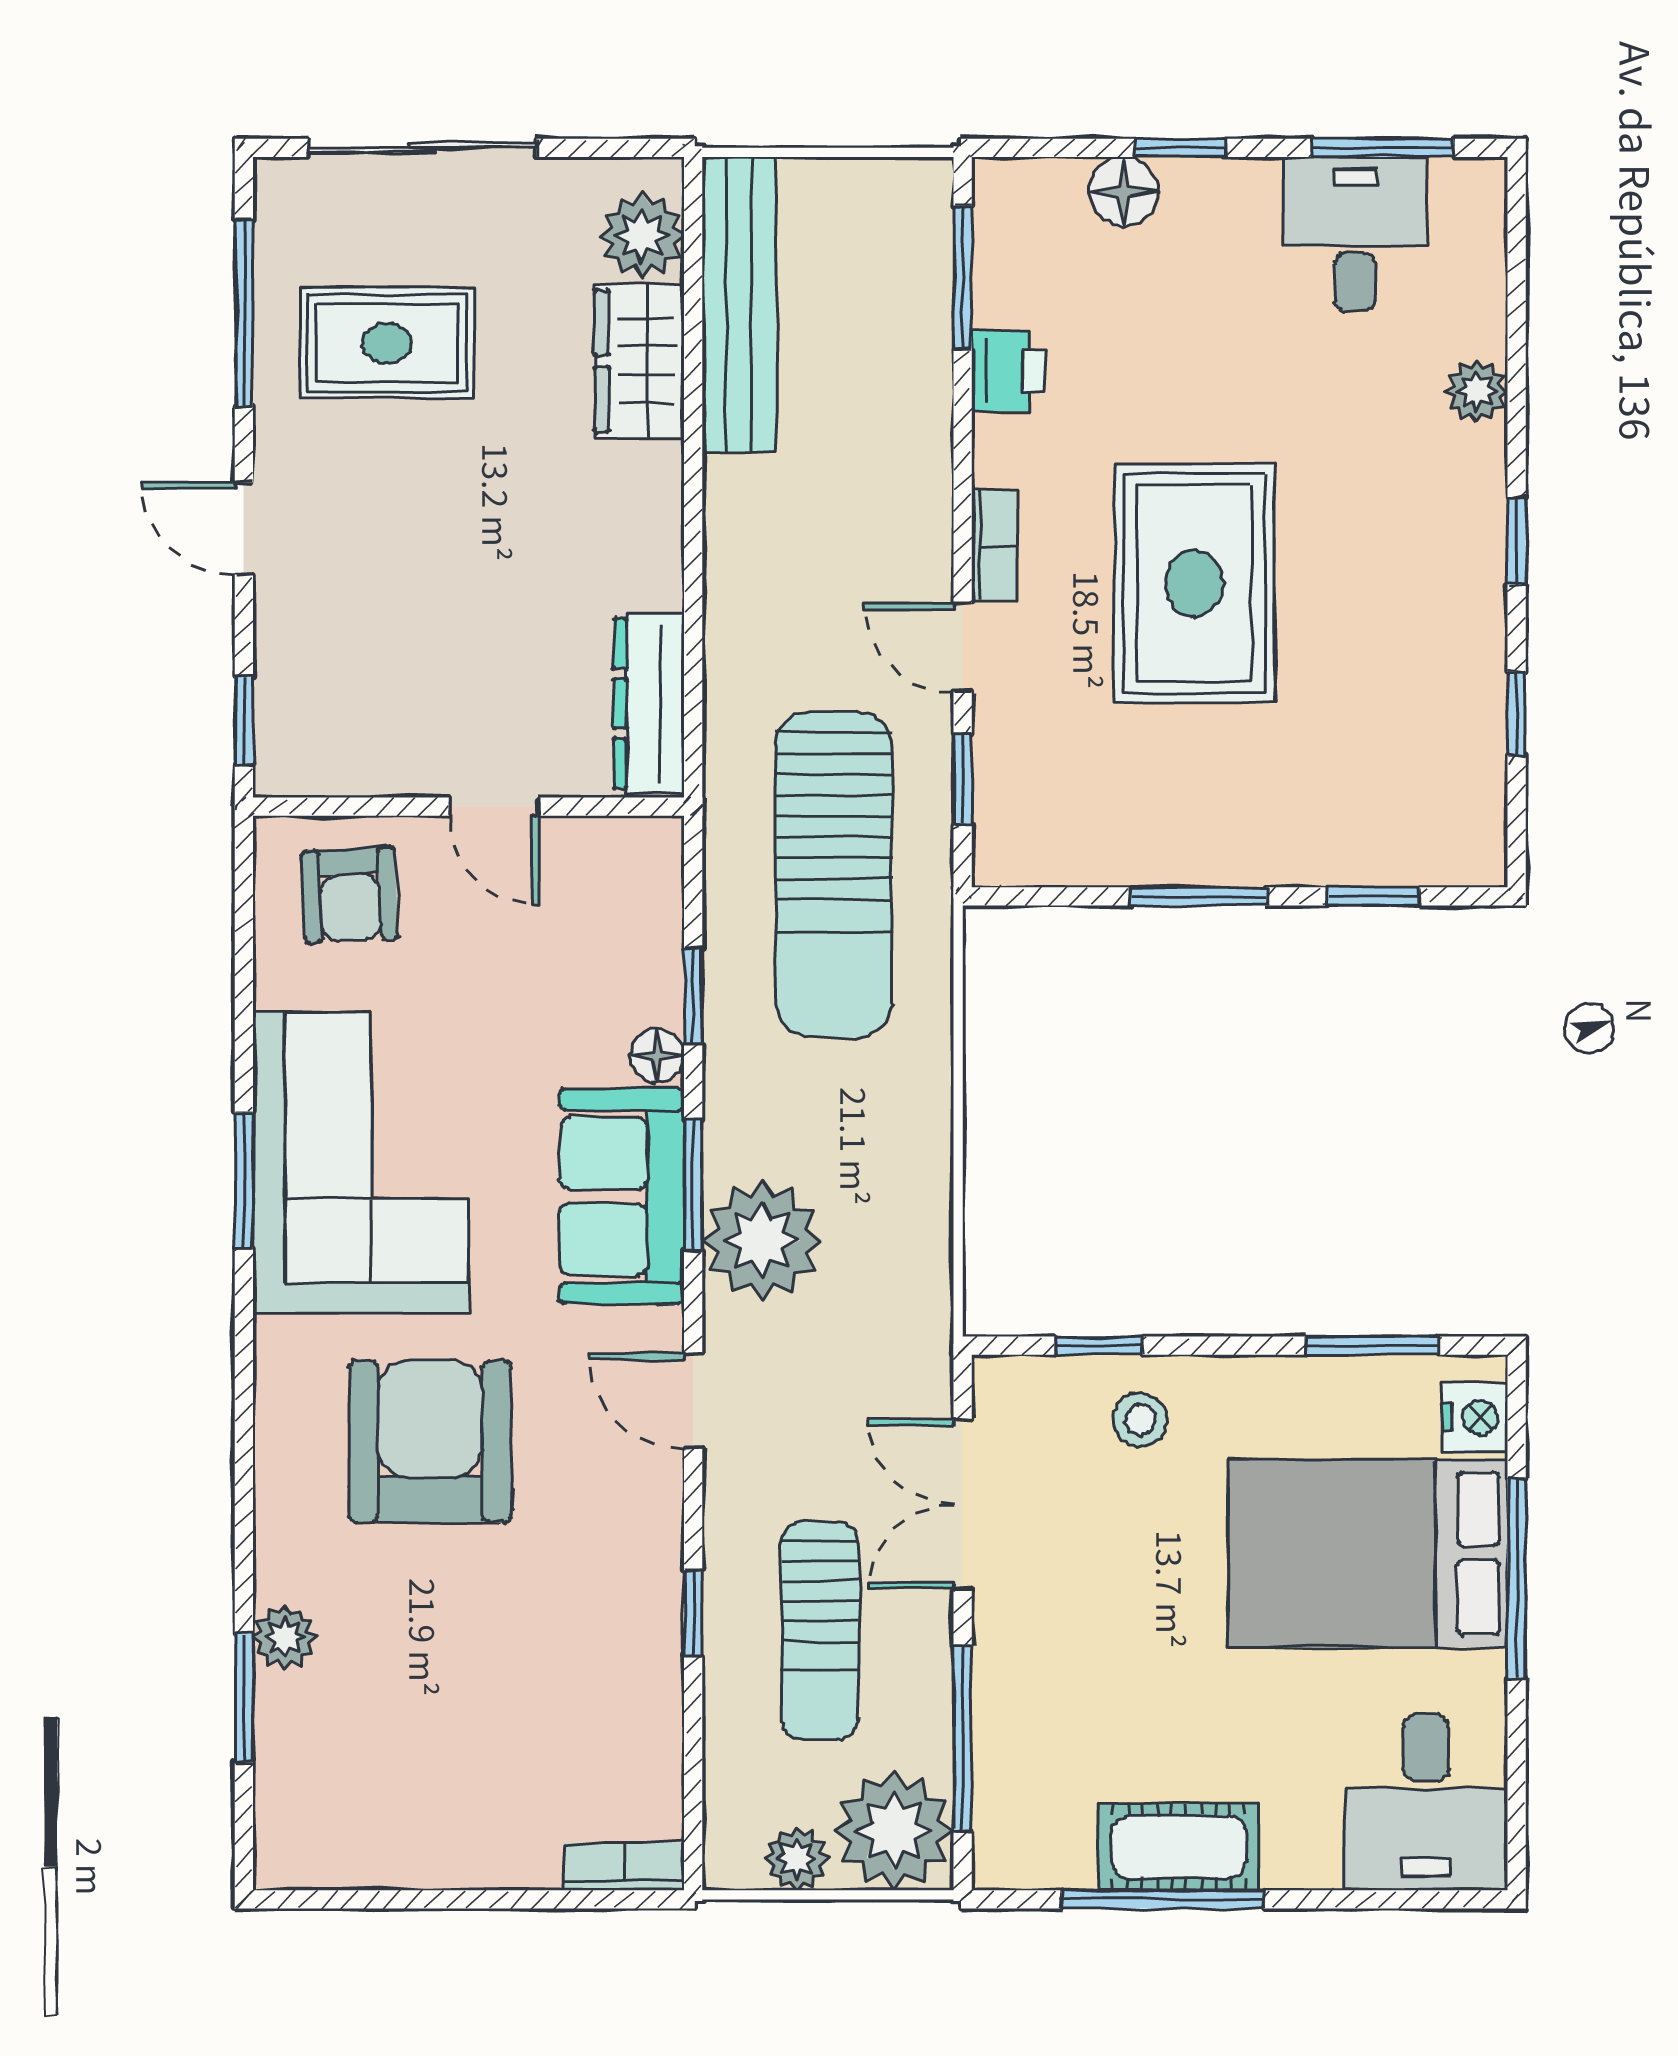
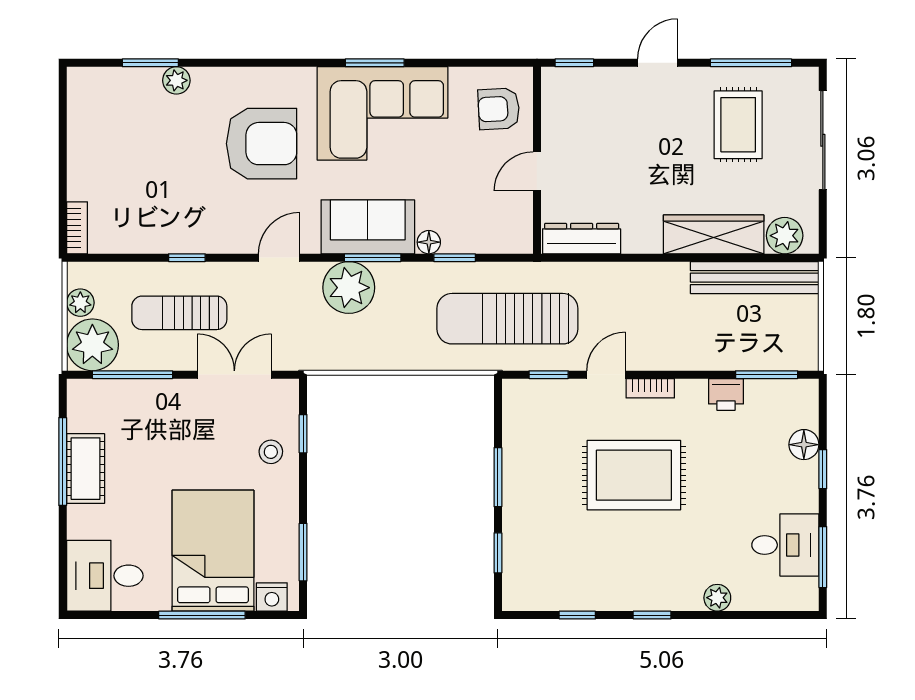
wardrobe: (639, 361) -> (714, 234), width x1.50

